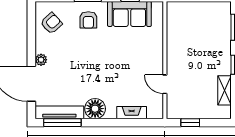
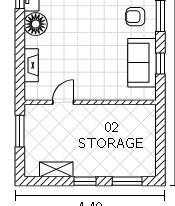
window: (190, 123) -> (20, 131), width x1.50

